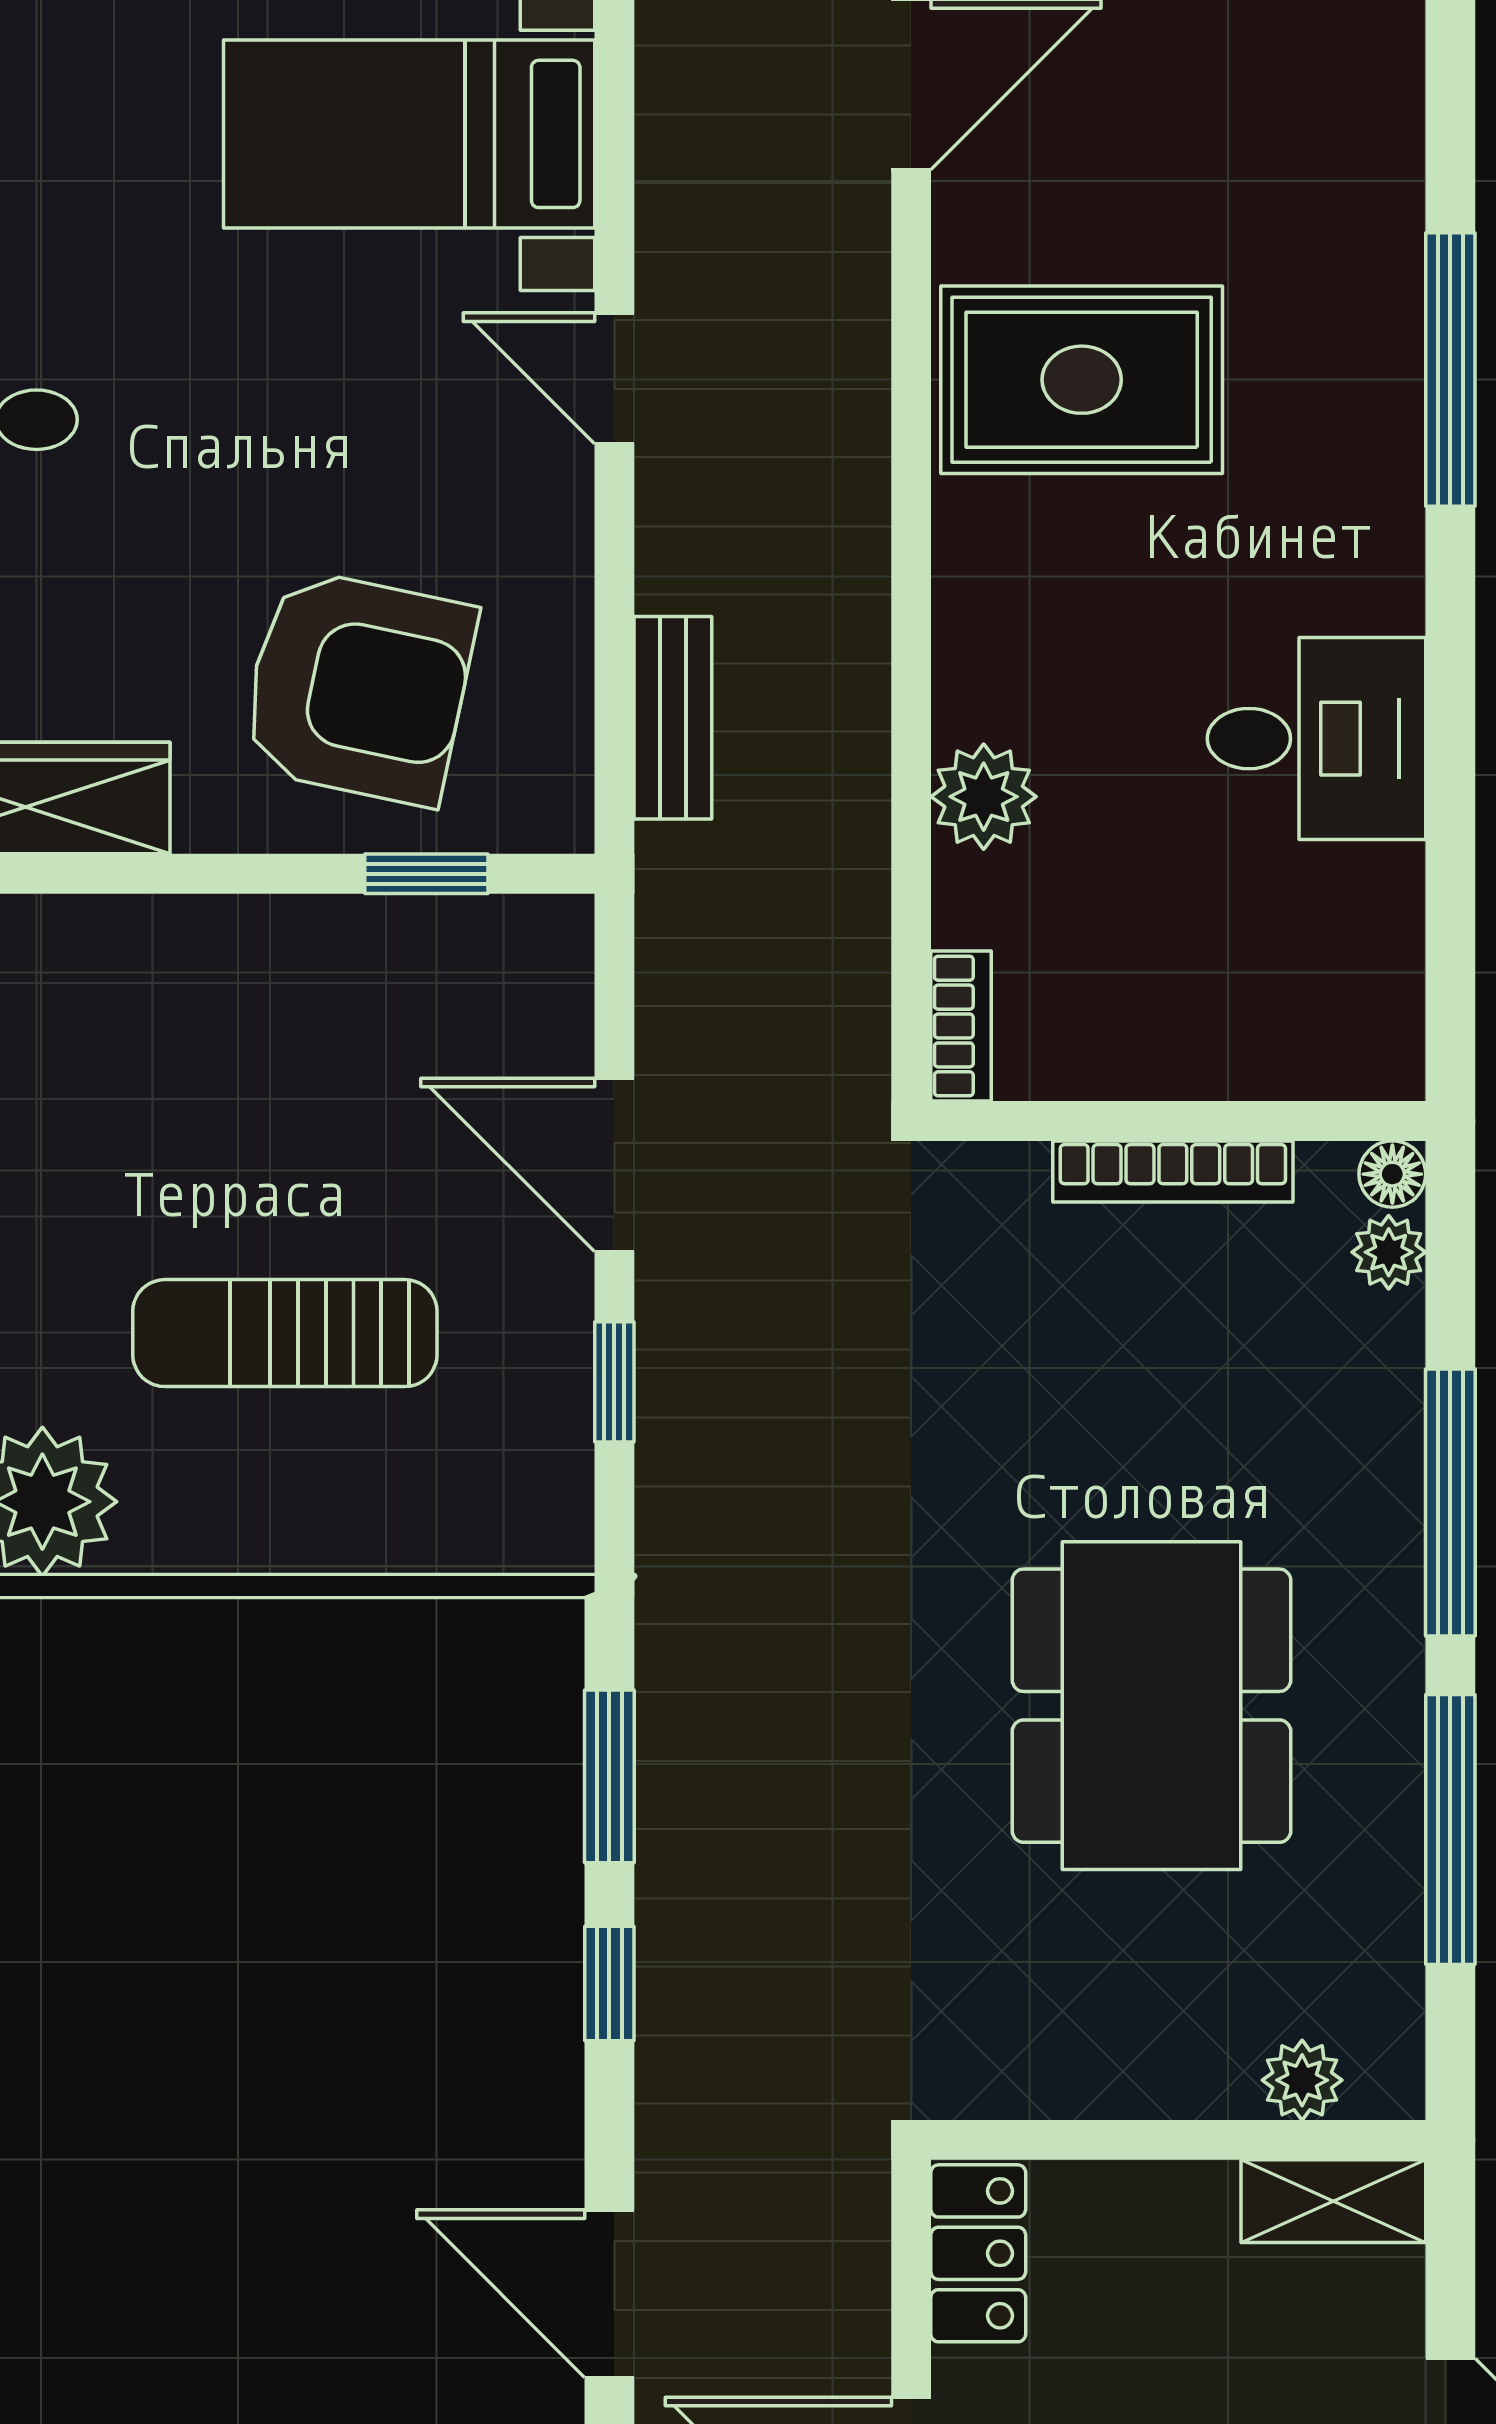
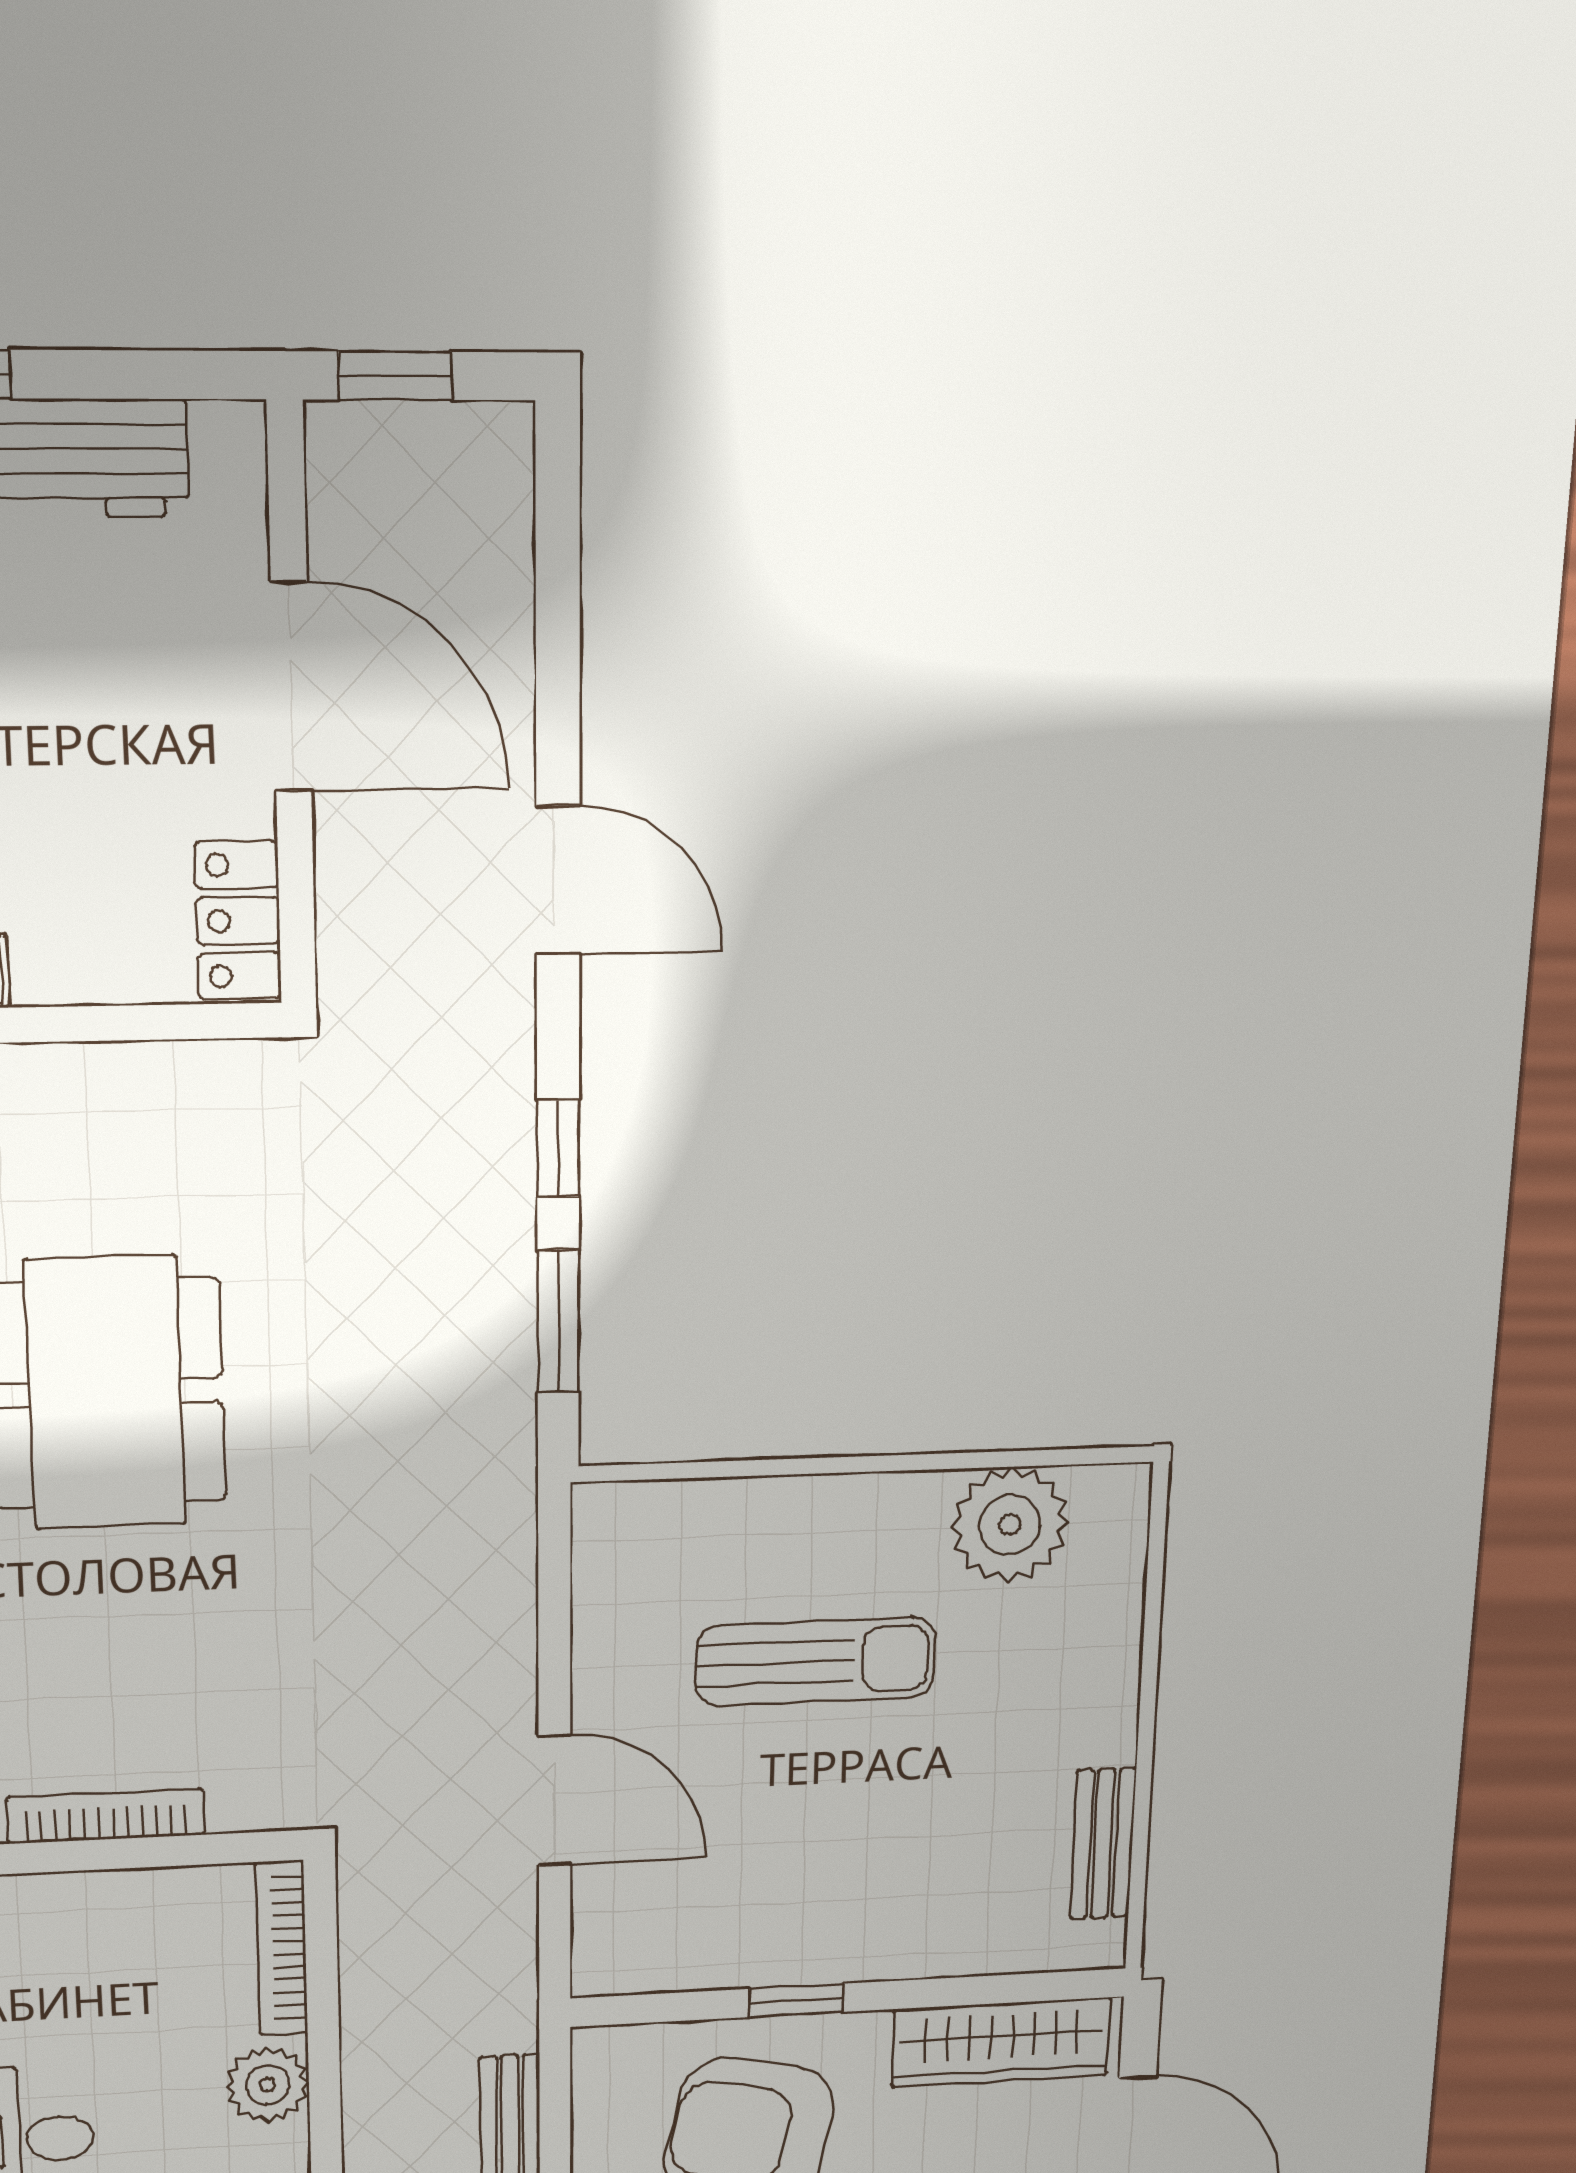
window: (426, 874) -> (796, 2000), moved
bookcase: (961, 1026) -> (282, 1948), width x1.56
window: (614, 1382) -> (554, 1635), removed

